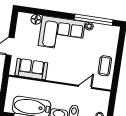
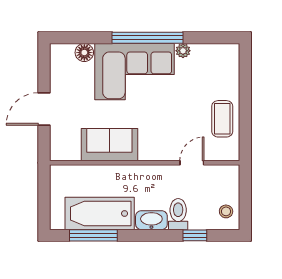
window: (94, 20) -> (147, 38), moved
sofa: (31, 69) -> (109, 145), moved

